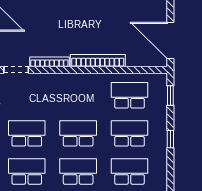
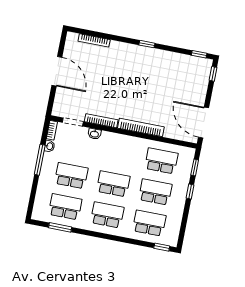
washbasin: (44, 79) -> (94, 134), added
window: (170, 139) -> (190, 191), moved

